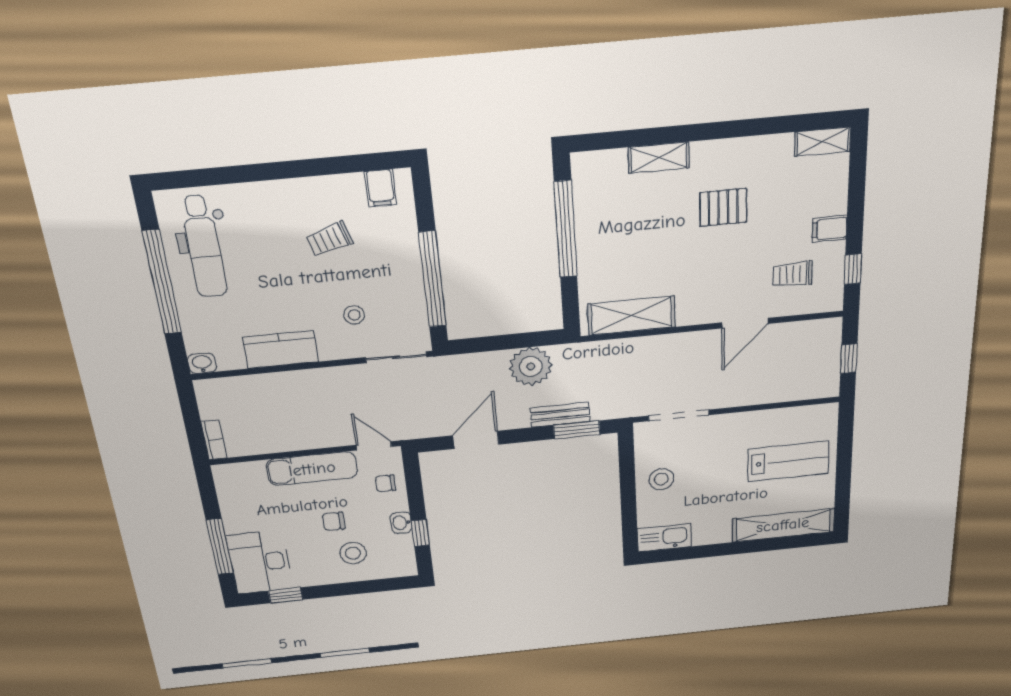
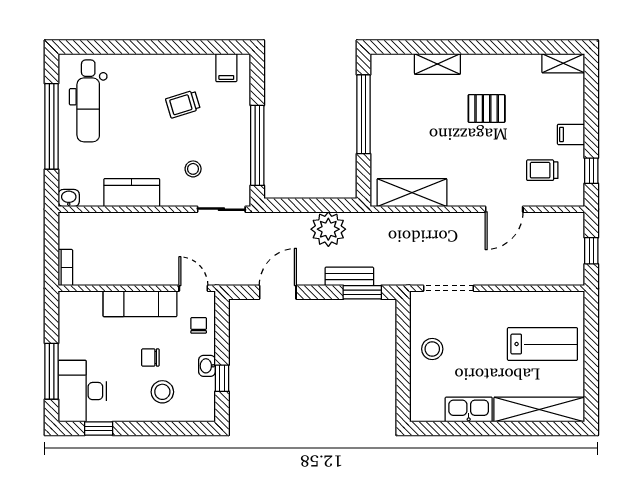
chair: (386, 483) -> (199, 325), turned 90
kitchen sink: (664, 538) -> (469, 409), moved

